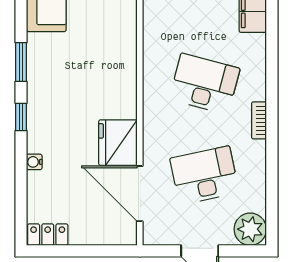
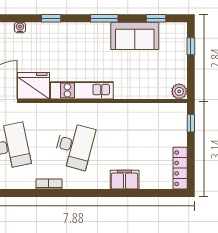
window: (21, 62) -> (104, 18), moved
kitchen unit: (125, 73) -> (82, 90), added

